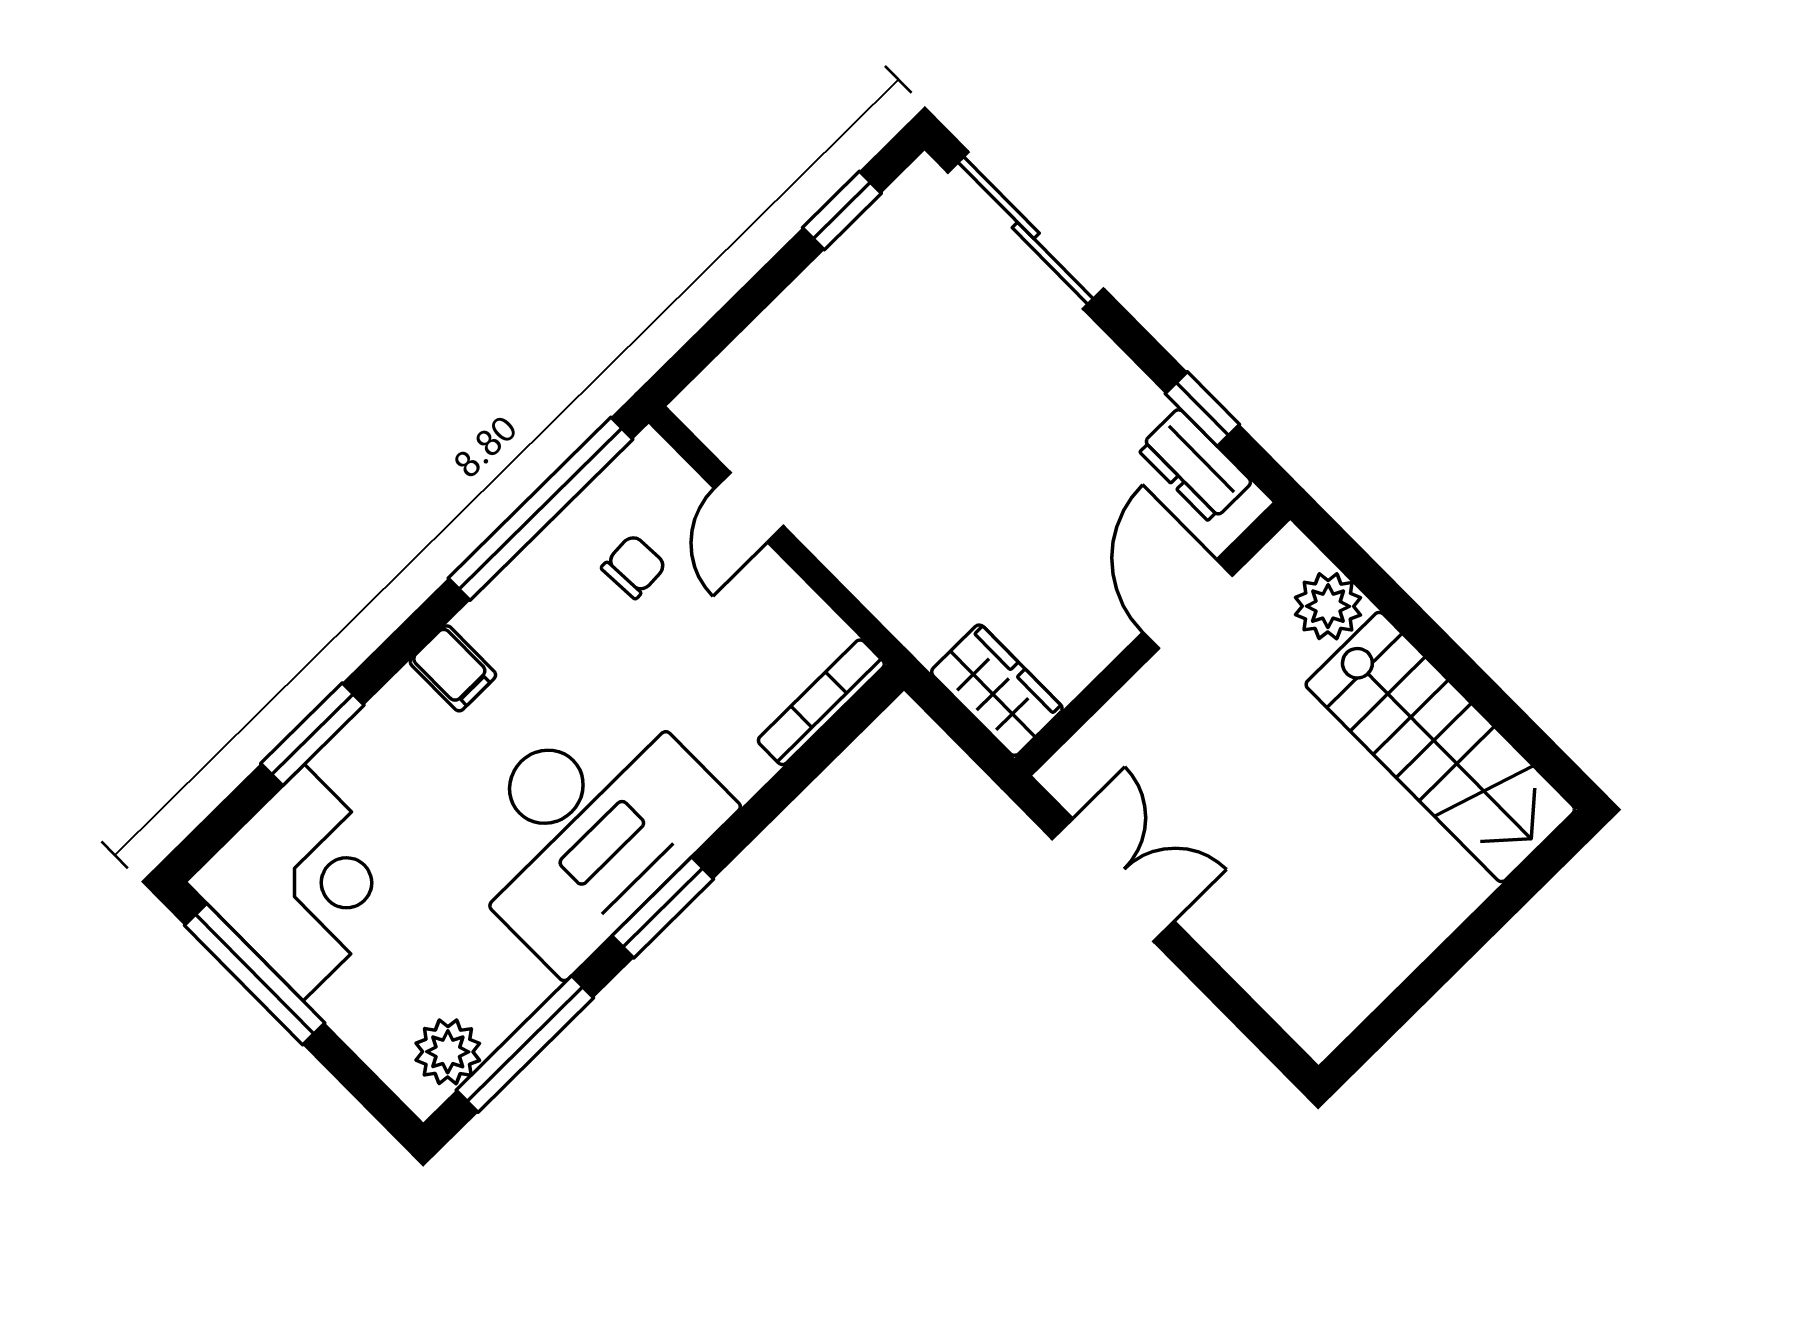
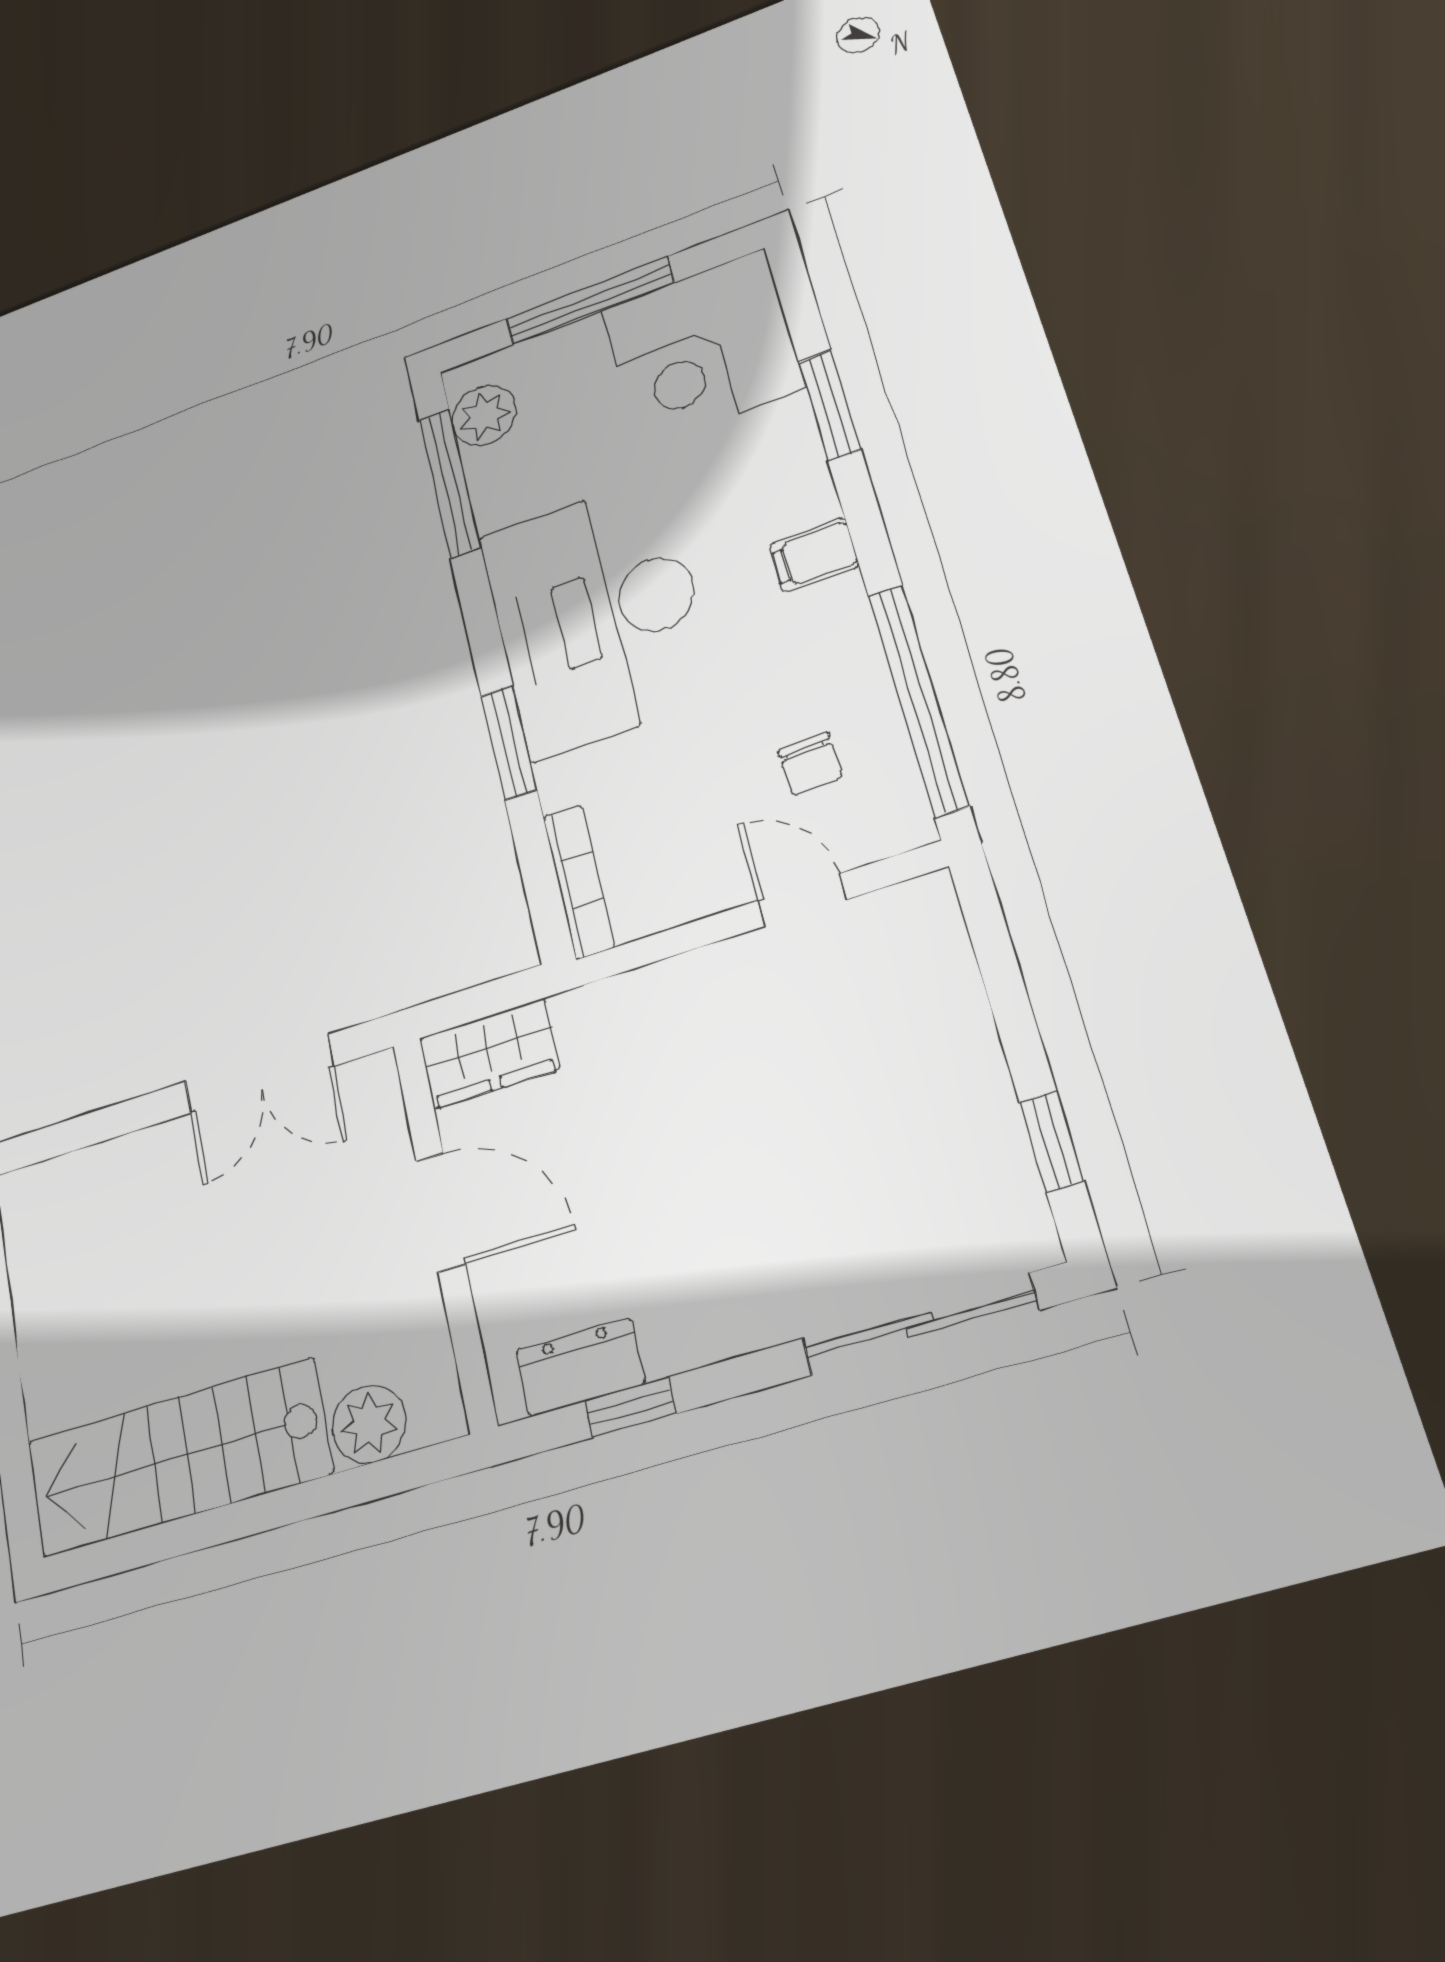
door: (1188, 604) -> (441, 1213), moved
window: (663, 908) -> (509, 742), moved
window: (255, 974) -> (590, 301), moved

